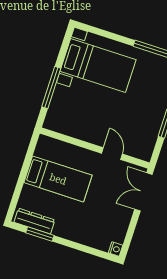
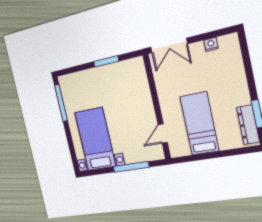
door: (112, 154) -> (163, 134), moved
nightstand: (116, 249) -> (211, 44), moved

